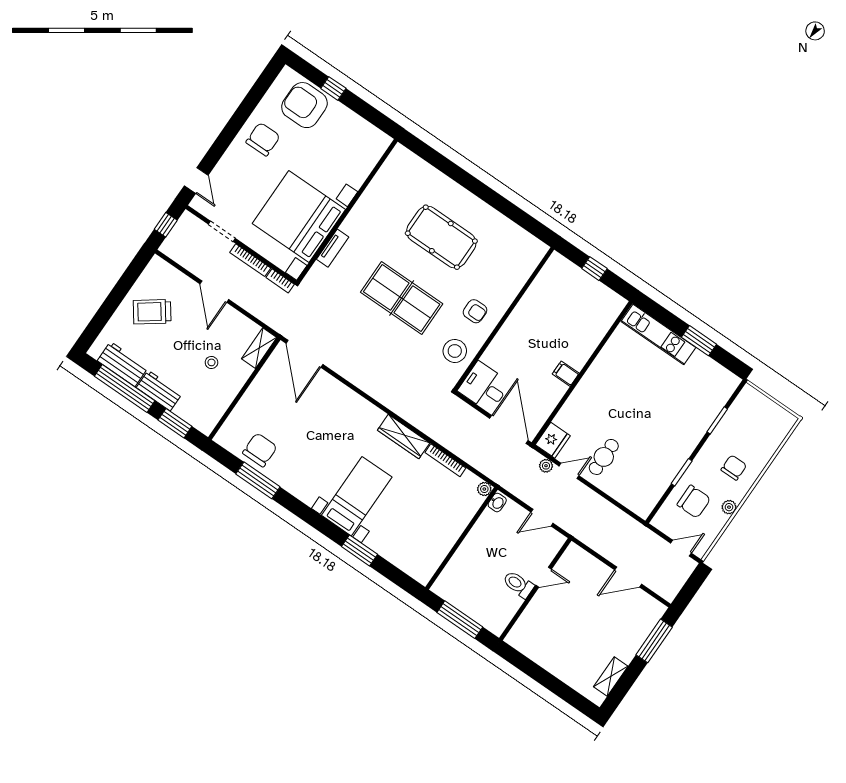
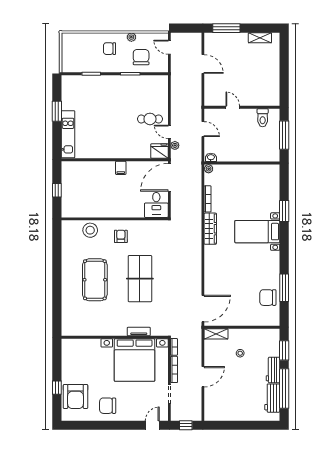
trolley: (152, 312) -> (235, 401), removed
stool: (455, 351) -> (90, 230), moved
toilet: (518, 584) -> (263, 118), moved

